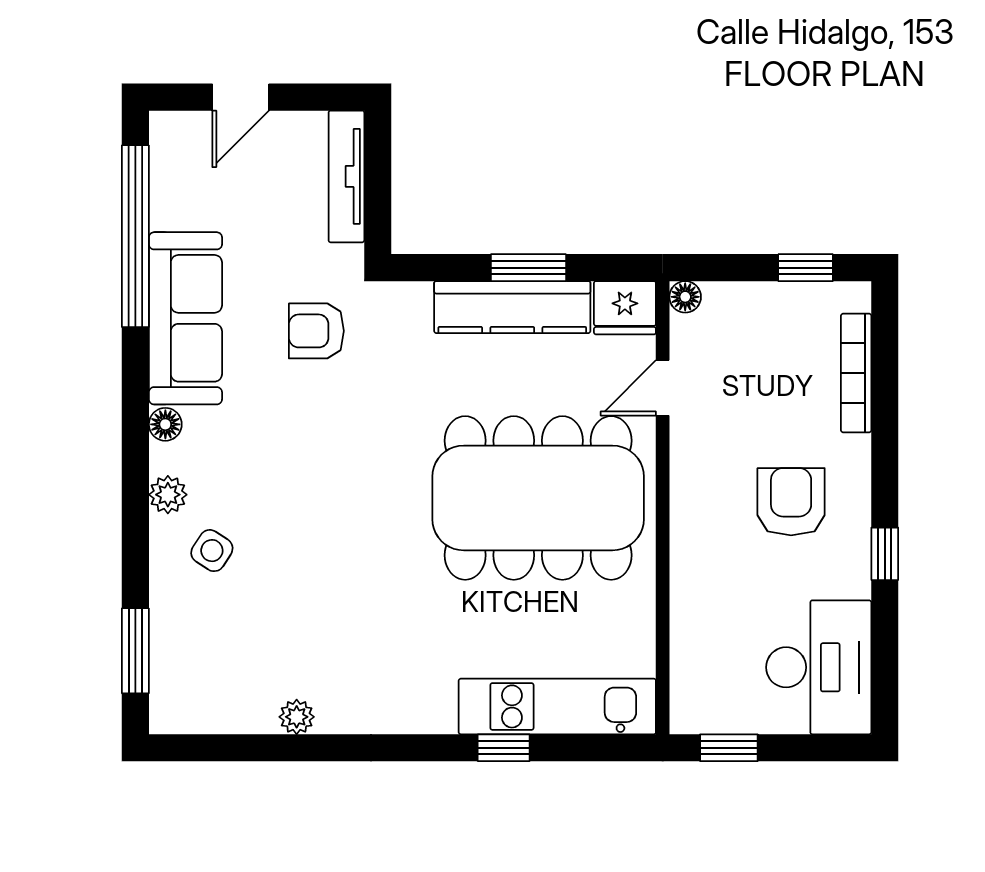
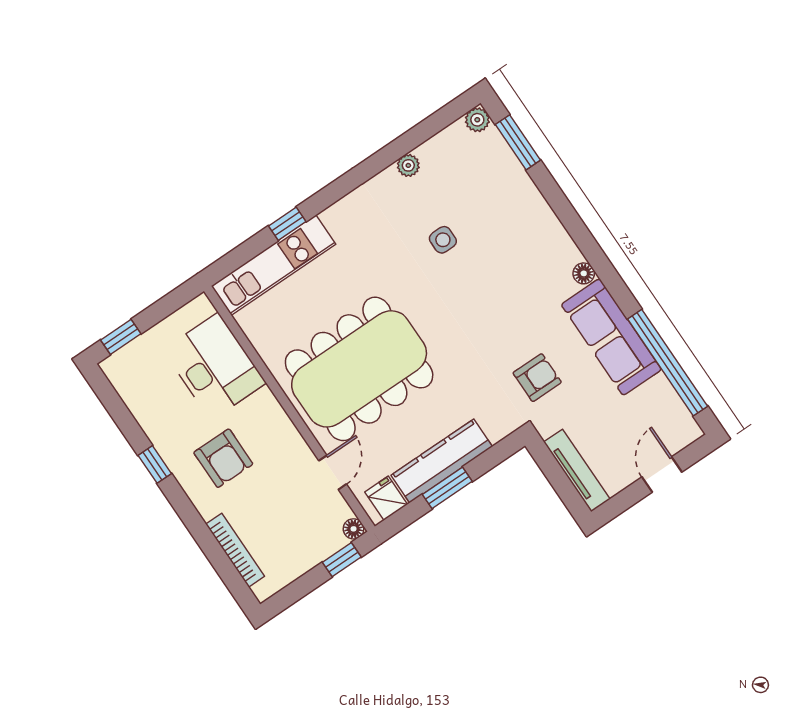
window: (806, 268) -> (342, 560), moved
fridge: (625, 308) -> (386, 498), width x0.72
plant: (168, 495) -> (477, 120), moved
side table: (212, 551) -> (443, 240), moved, turned -33
desk: (819, 667) -> (215, 366), moved, turned 180
window: (729, 748) -> (121, 337), moved

